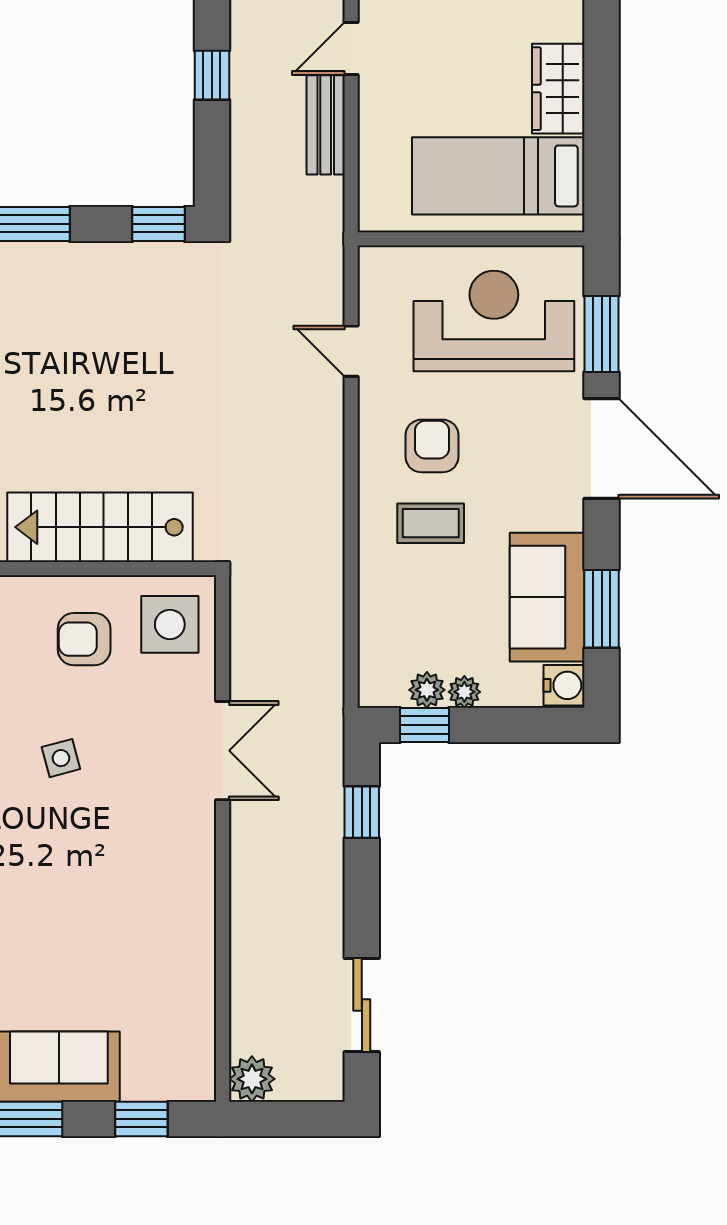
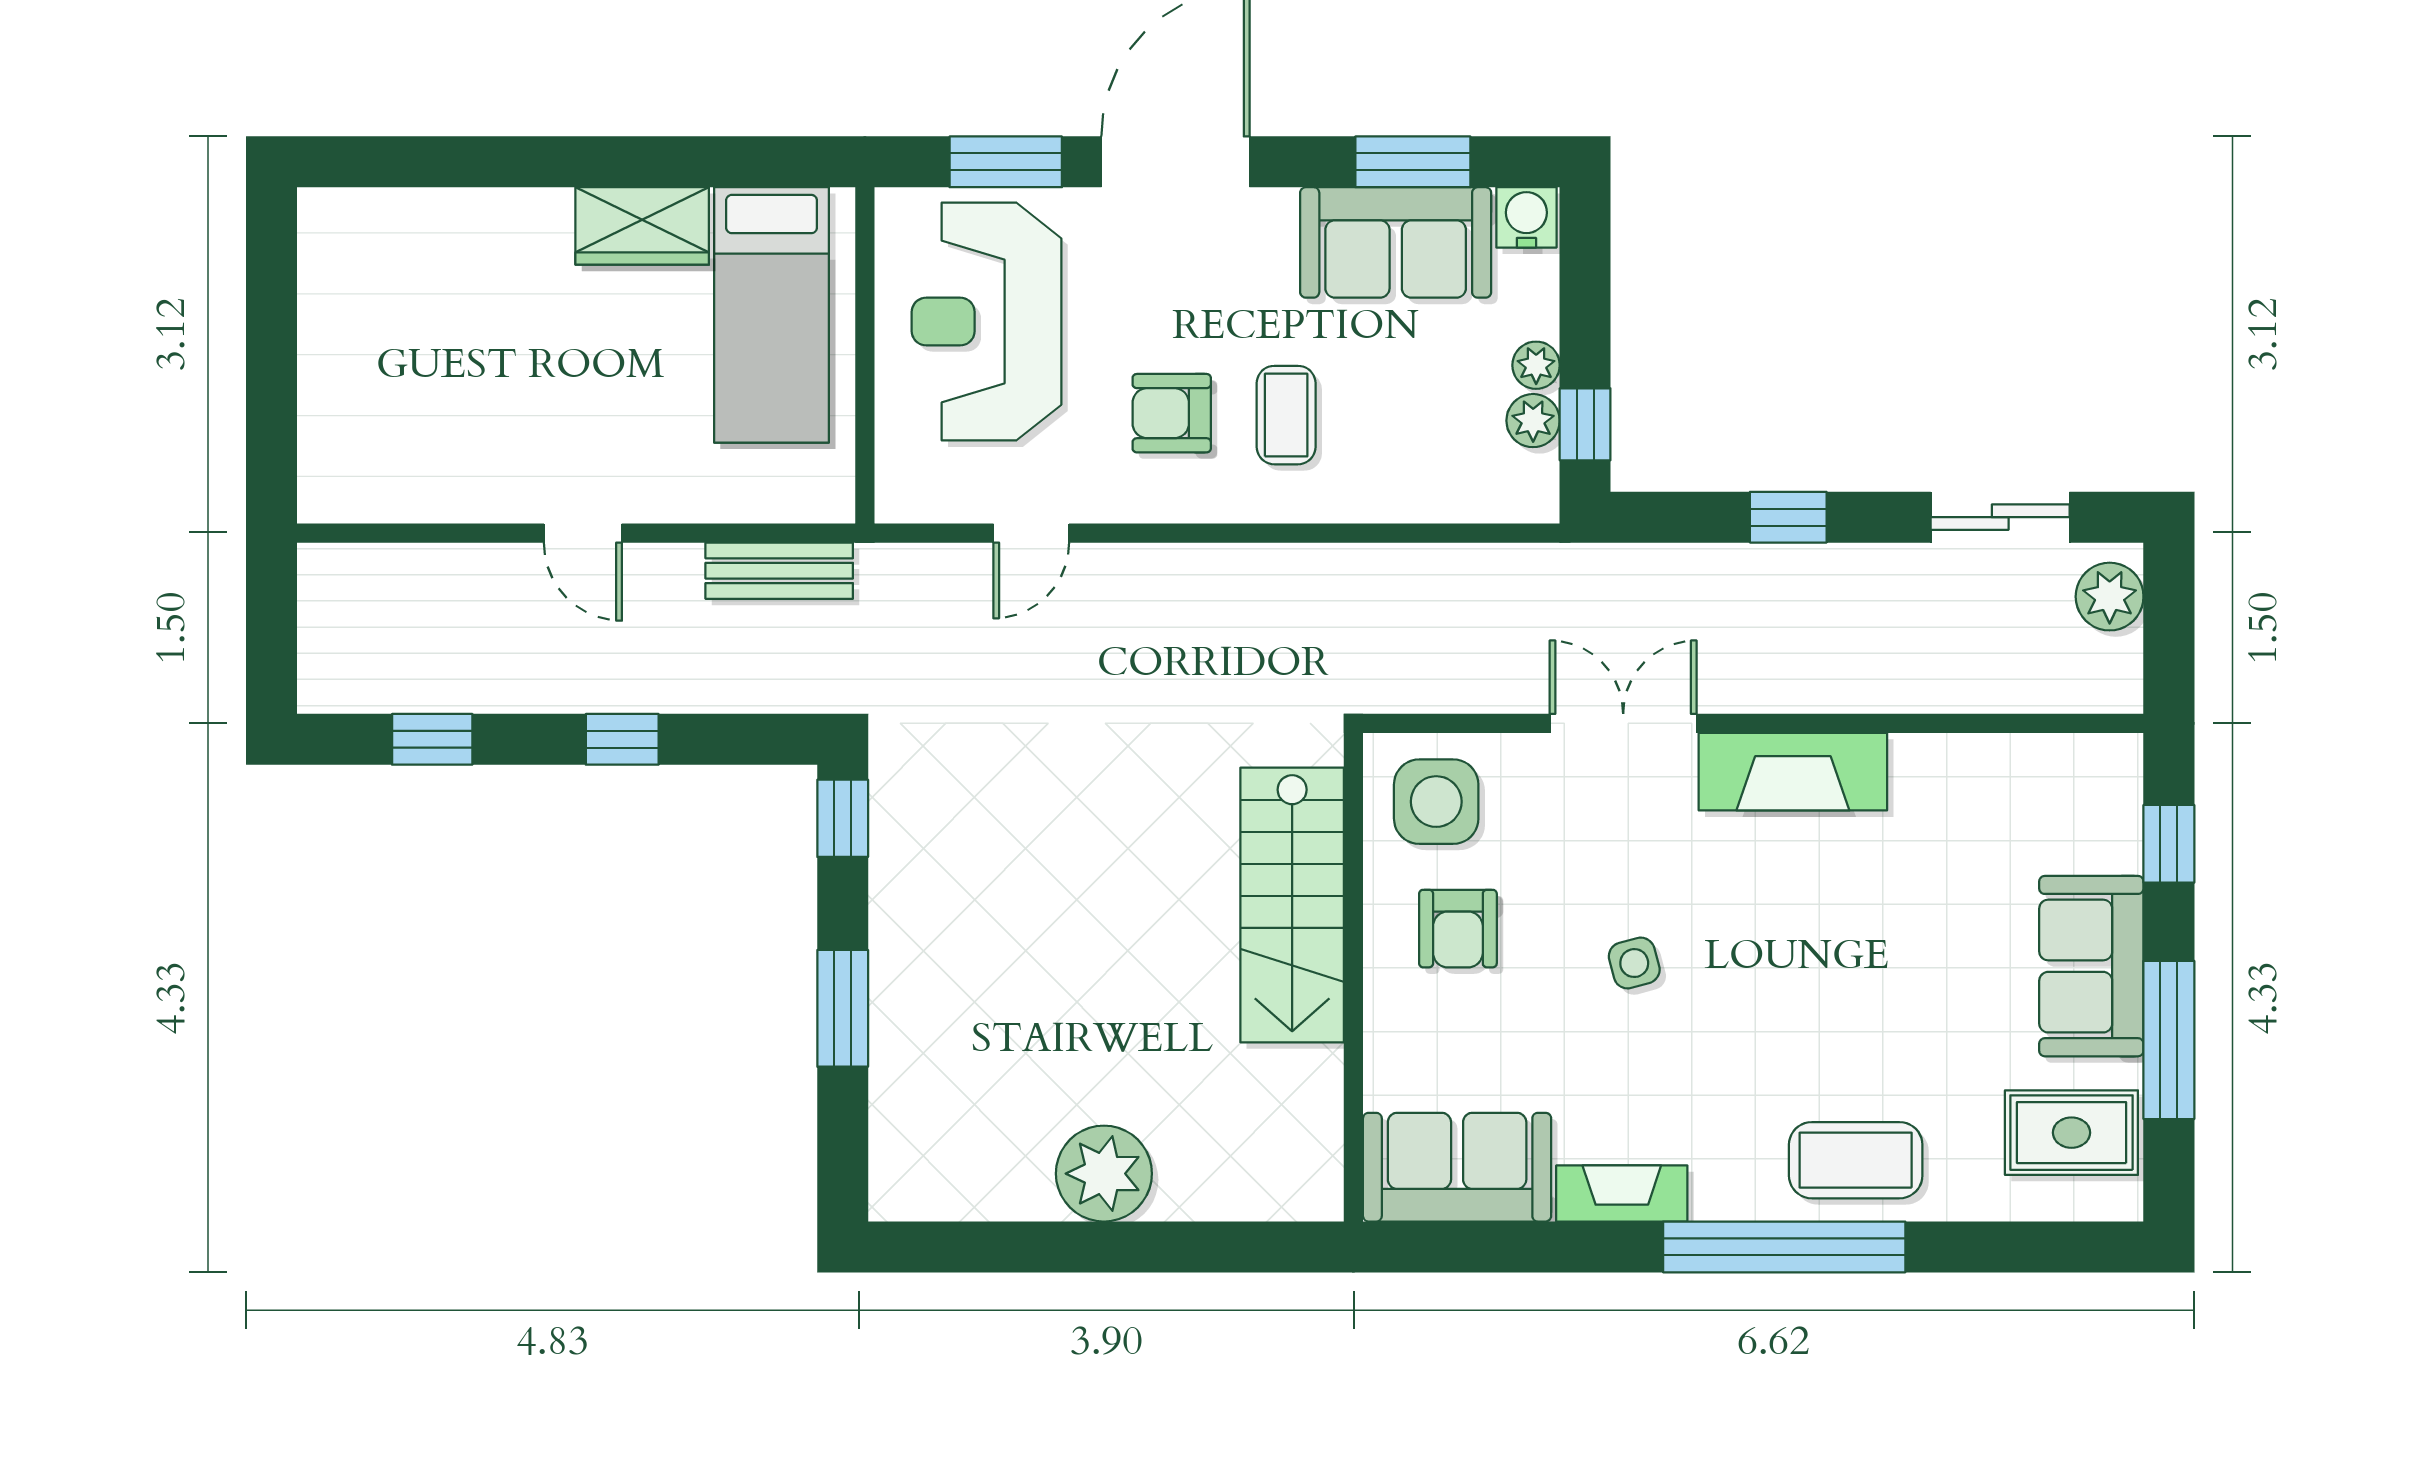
bench: (326, 125) -> (779, 571), moved
window: (362, 812) -> (1788, 517), moved
fireplace: (190, 865) -> (1793, 772), added
plant: (252, 1079) -> (2110, 597), moved

